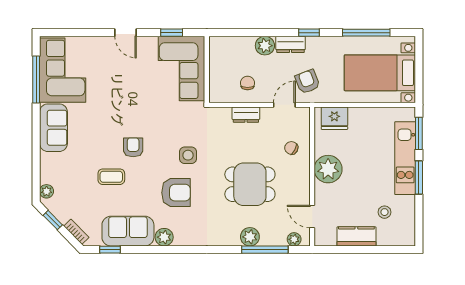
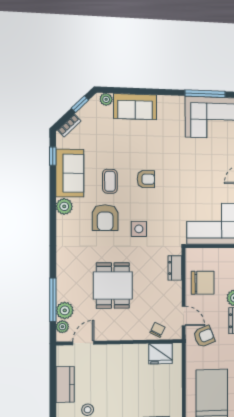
chair: (248, 83) -> (203, 283), width x1.87, depth x1.87
dresser: (246, 115) -> (175, 268), moved
fridge: (334, 118) -> (161, 354), moved, turned -90
sofa: (53, 128) -> (135, 107), moved
chair: (291, 148) -> (157, 330), moved
plant: (328, 169) -> (127, 357), removed
coffee table: (111, 177) -> (110, 181), moved
plant: (250, 237) -> (65, 310), moved

